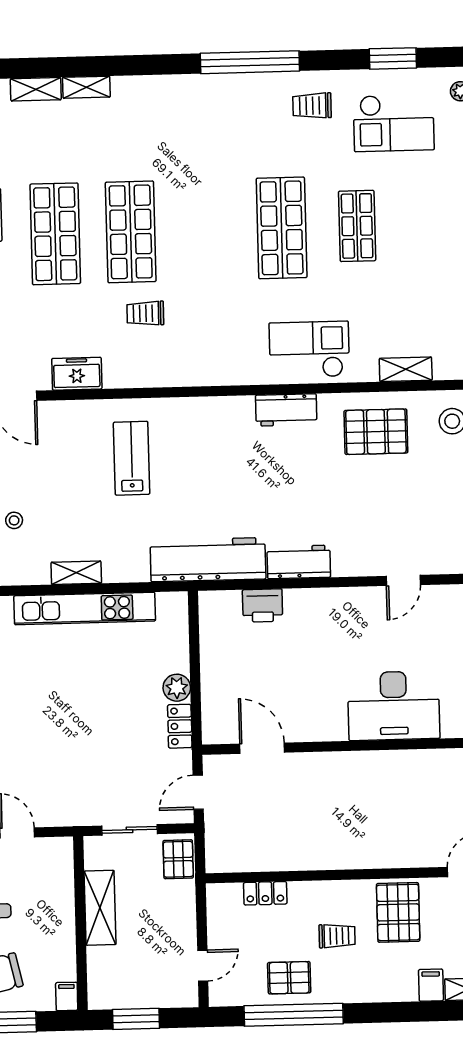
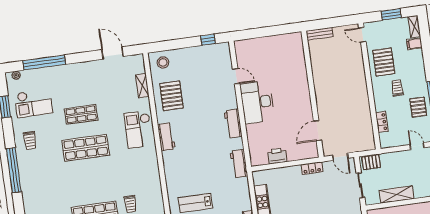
checkout: (394, 123) -> (34, 103), turned 90
workbench: (208, 560) -> (239, 164), width x0.53, depth x0.76
printer: (263, 605) -> (277, 156), moved, turned -90
plant: (177, 688) -> (295, 171), removed
desk: (394, 706) -> (257, 102), moved, turned 180
pallet: (398, 912) -> (384, 62), turned 90

